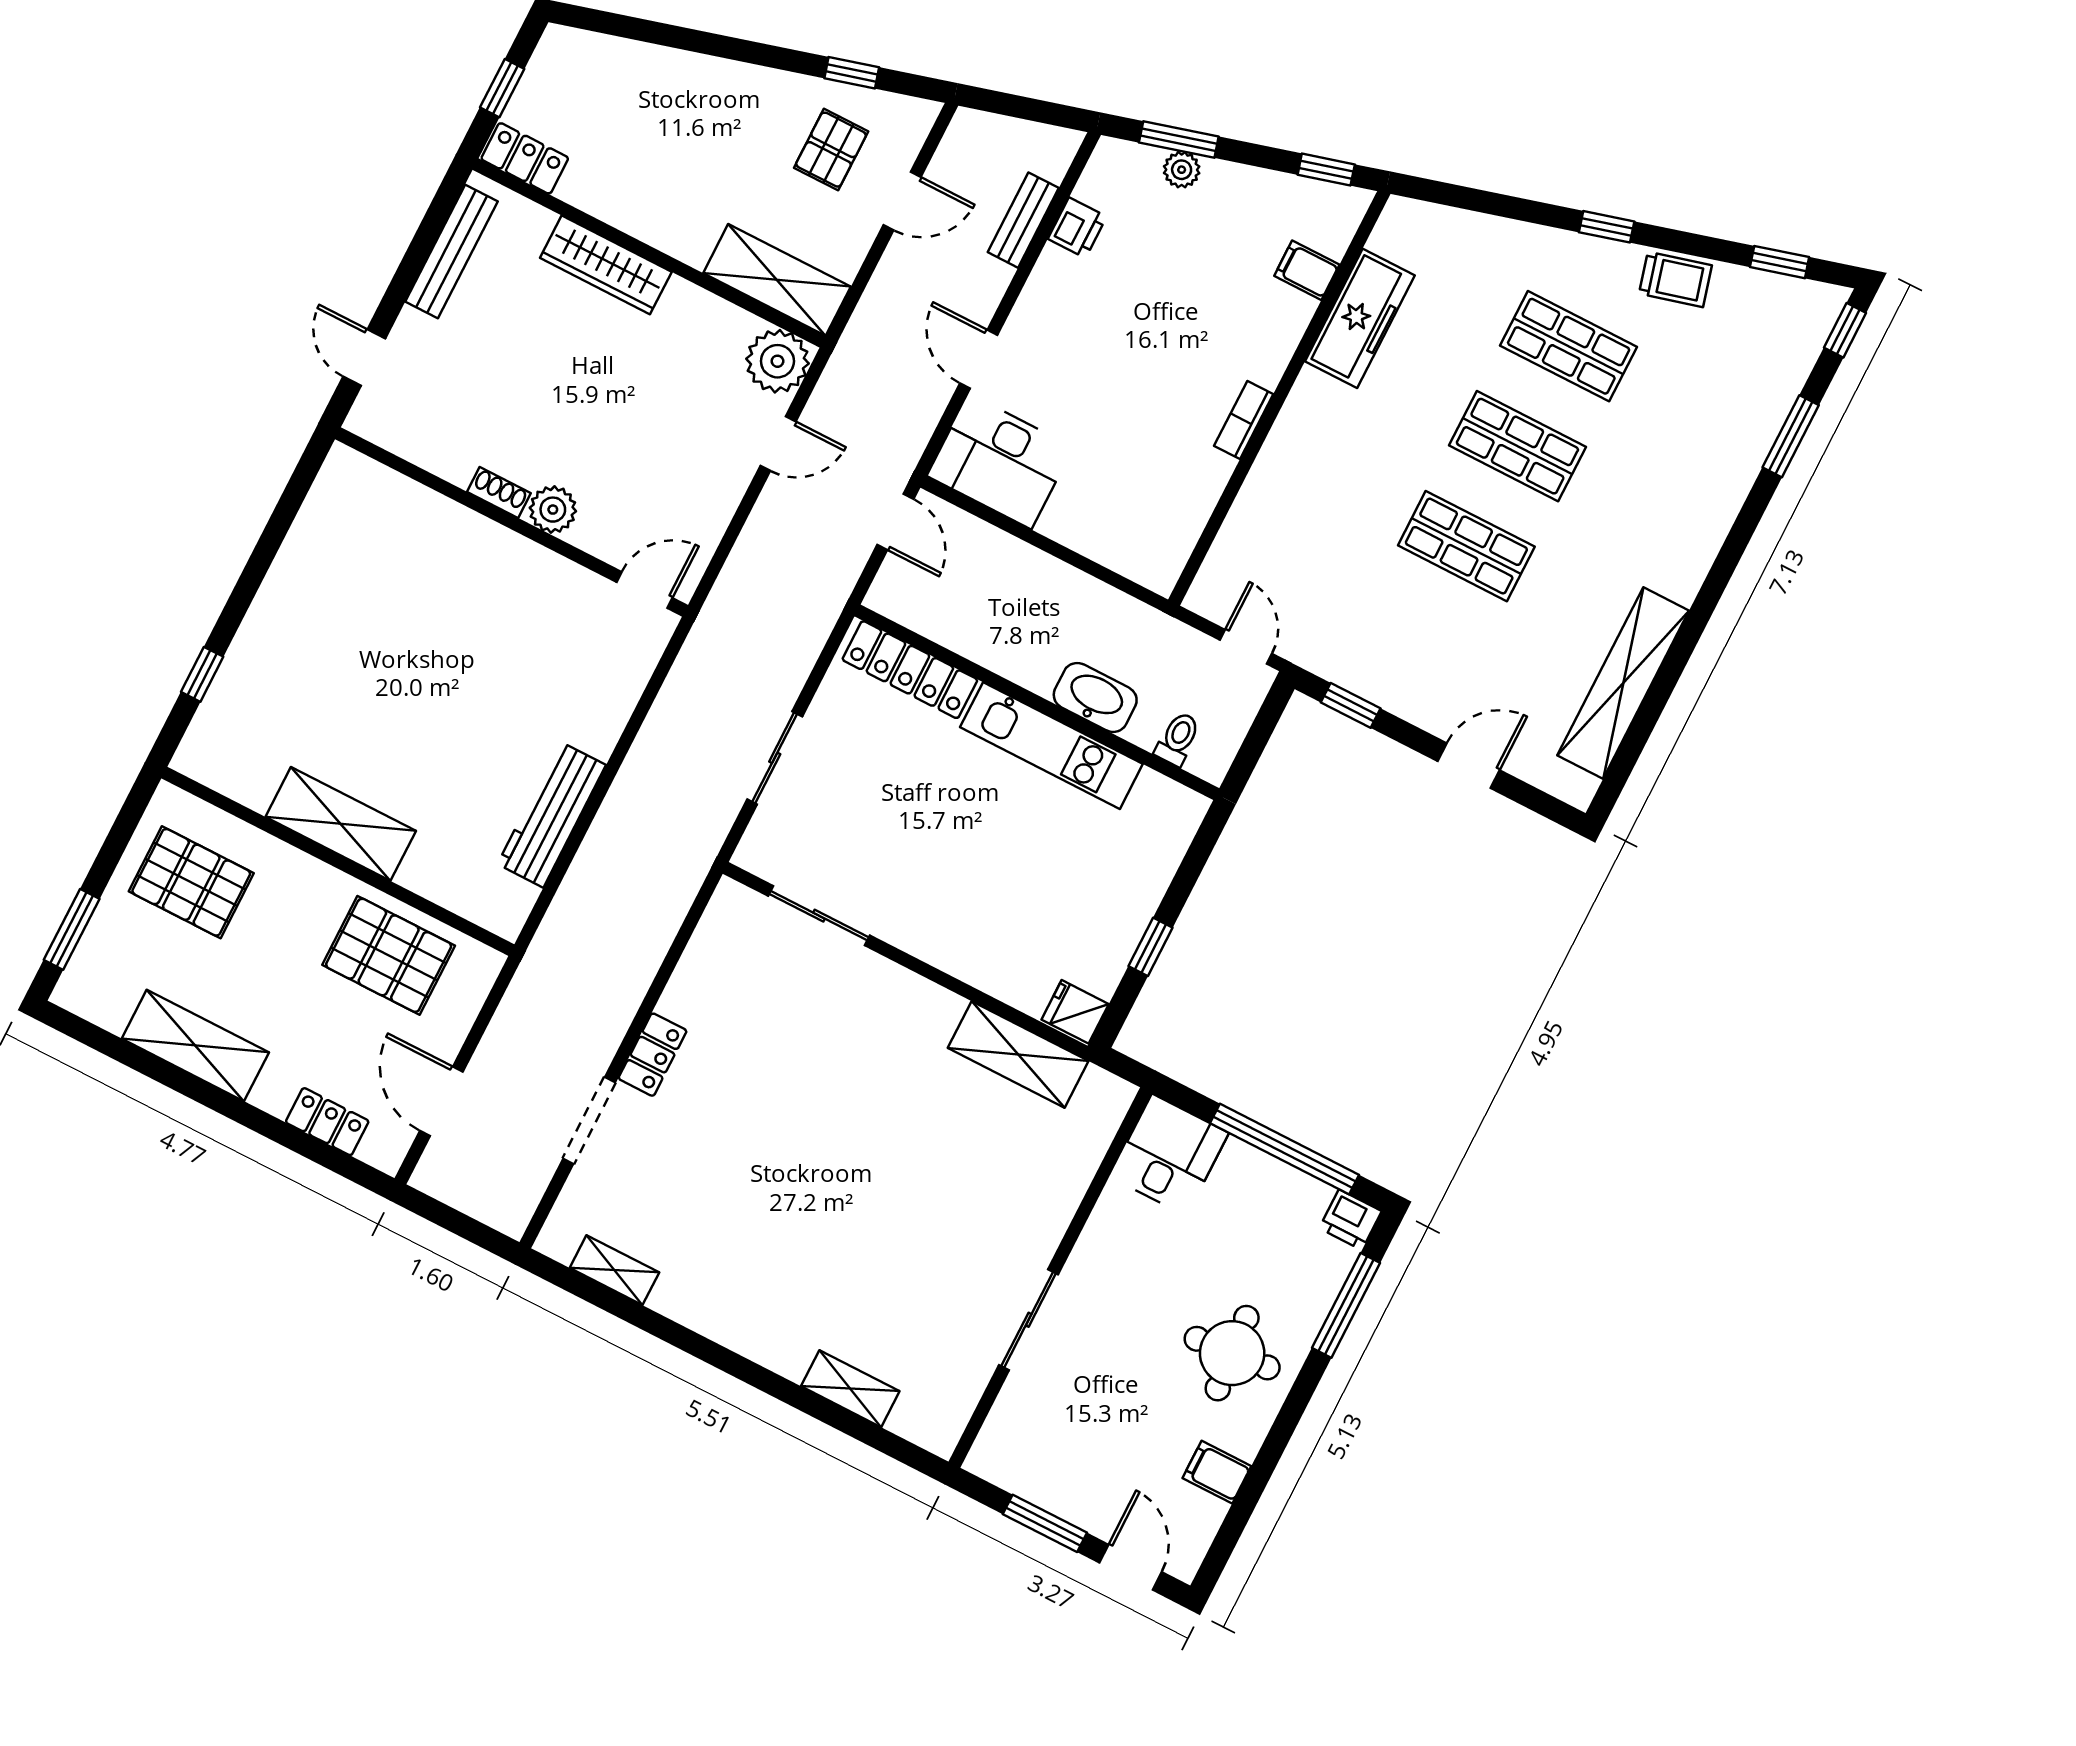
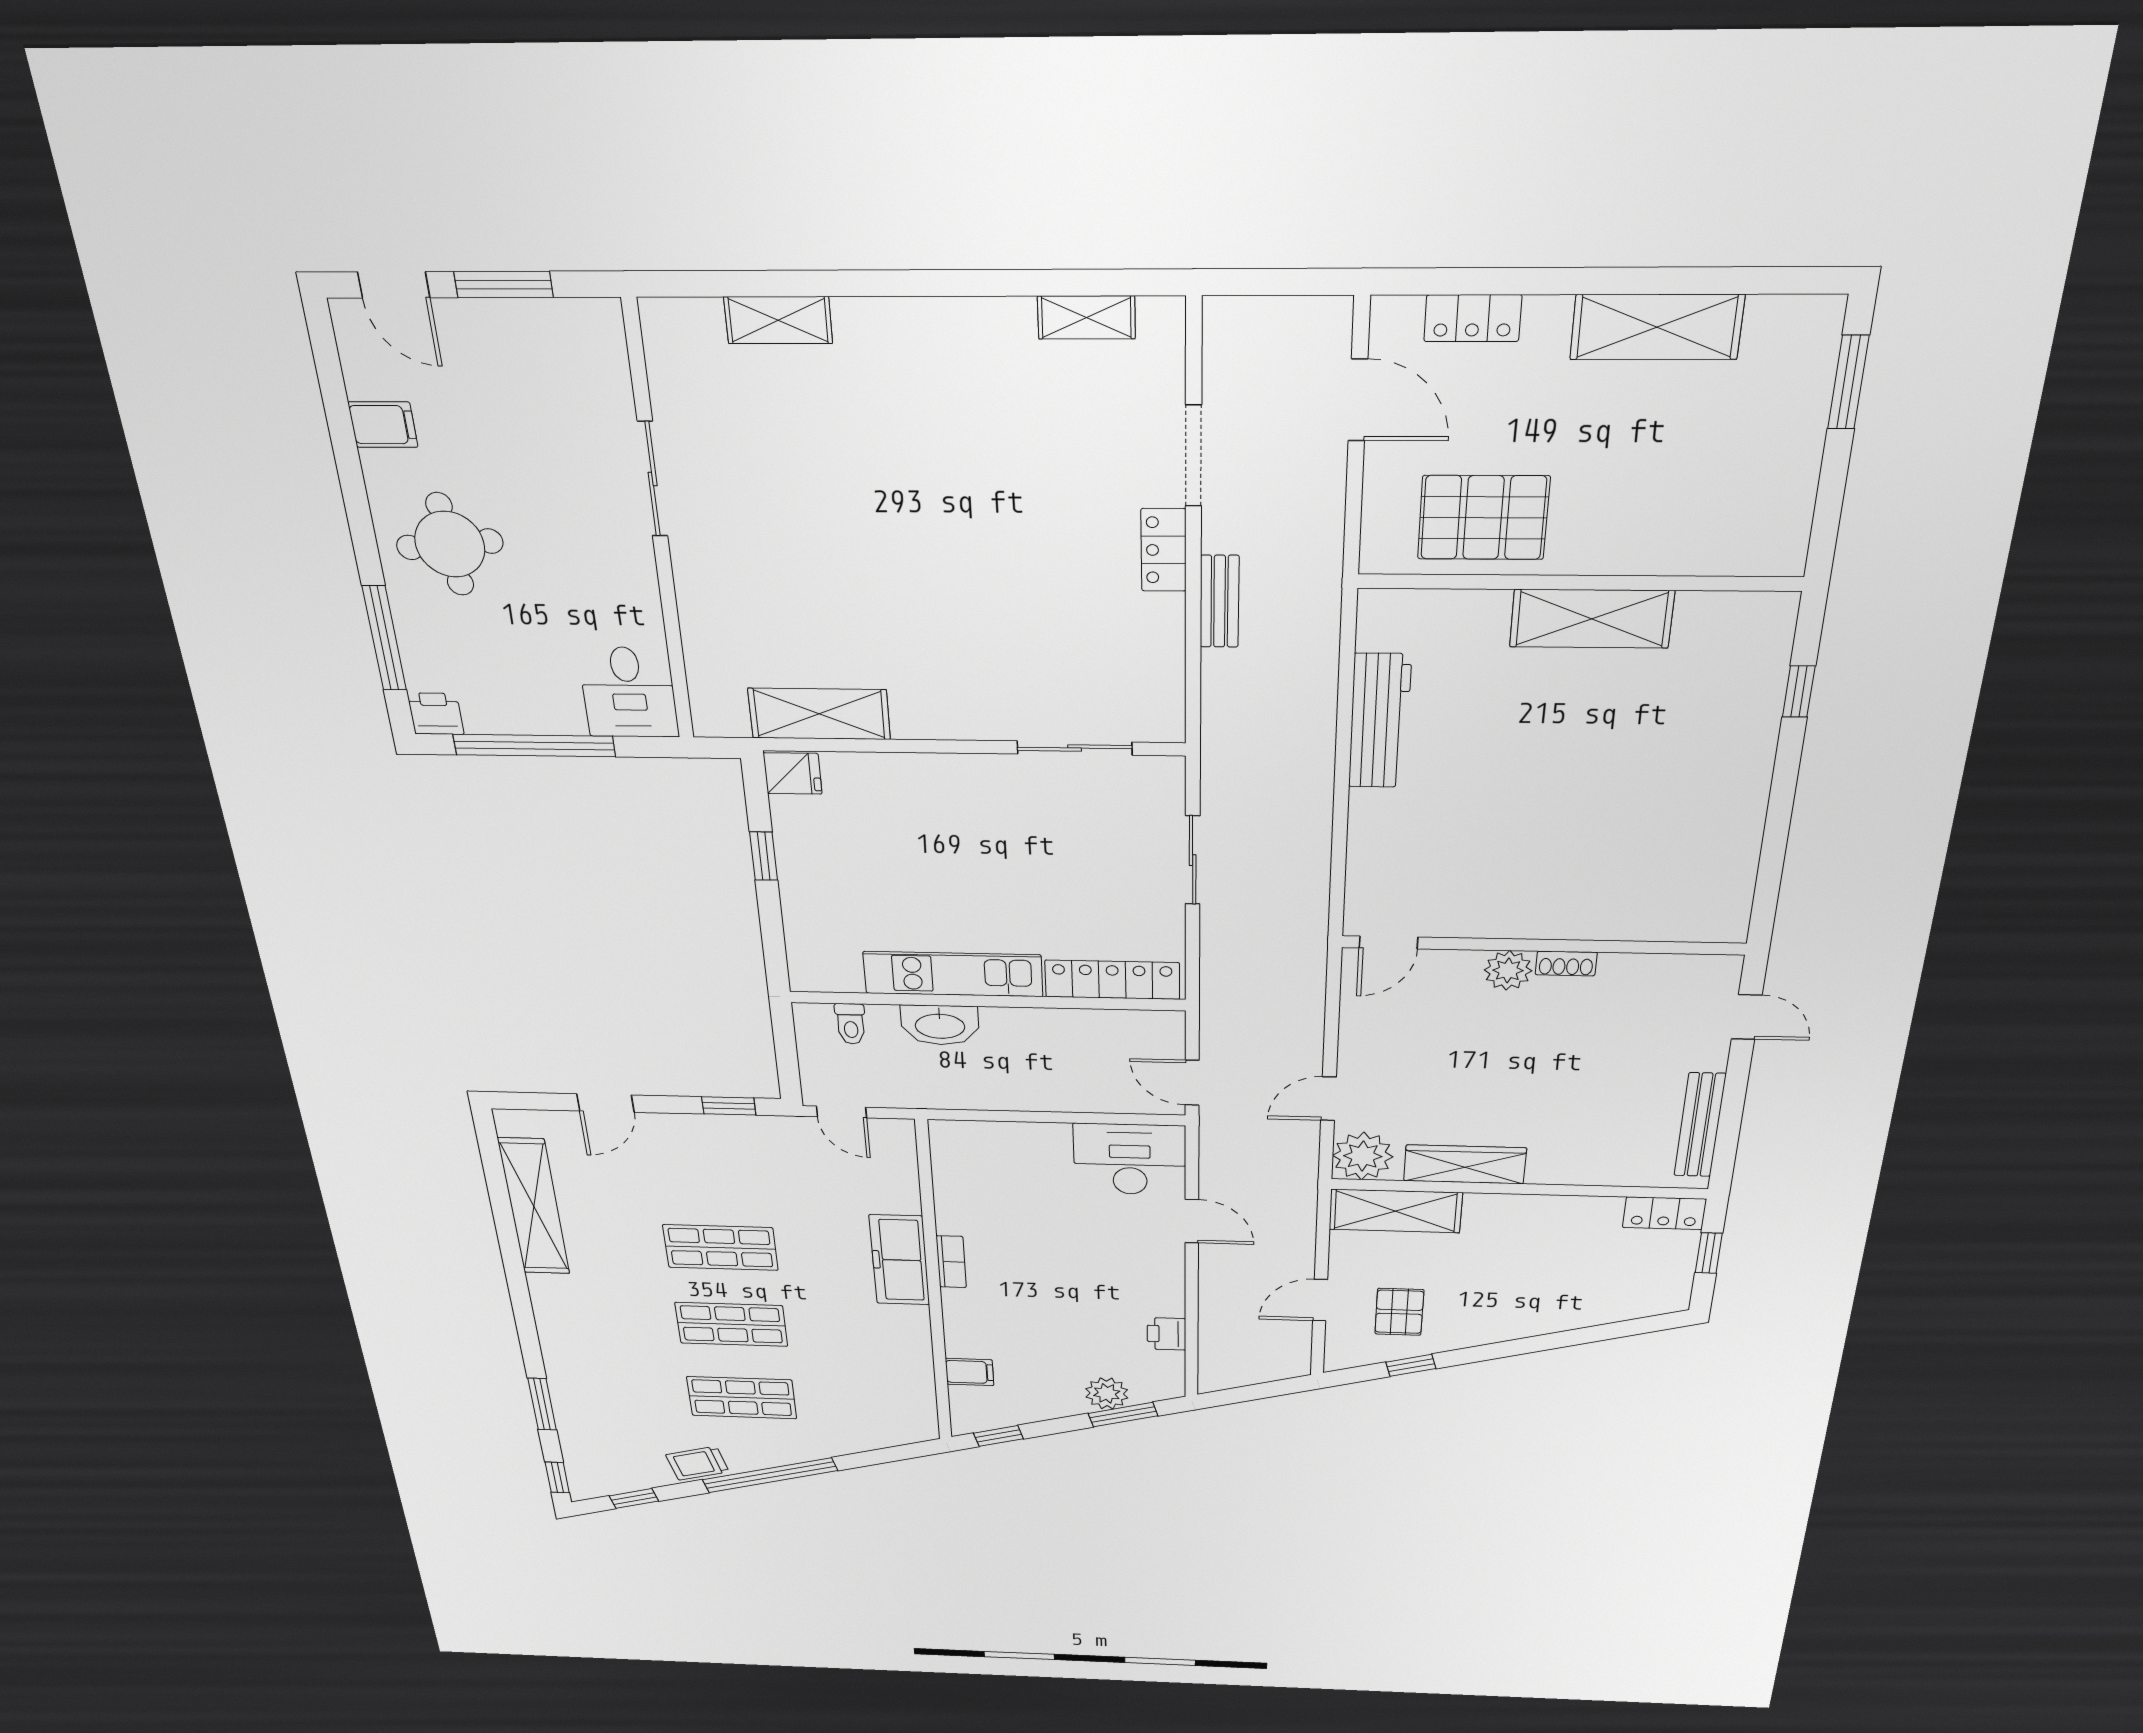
plant: (1182, 170) -> (1107, 1393), width x1.38, depth x1.38
bench: (1023, 220) -> (1219, 601), moved
window: (1607, 227) -> (770, 1475), width x3.17
wardrobe: (606, 265) -> (1465, 1164), moved
freezer: (1360, 318) -> (900, 1260), moved
pallet: (191, 882) -> (1730, 491), removed

